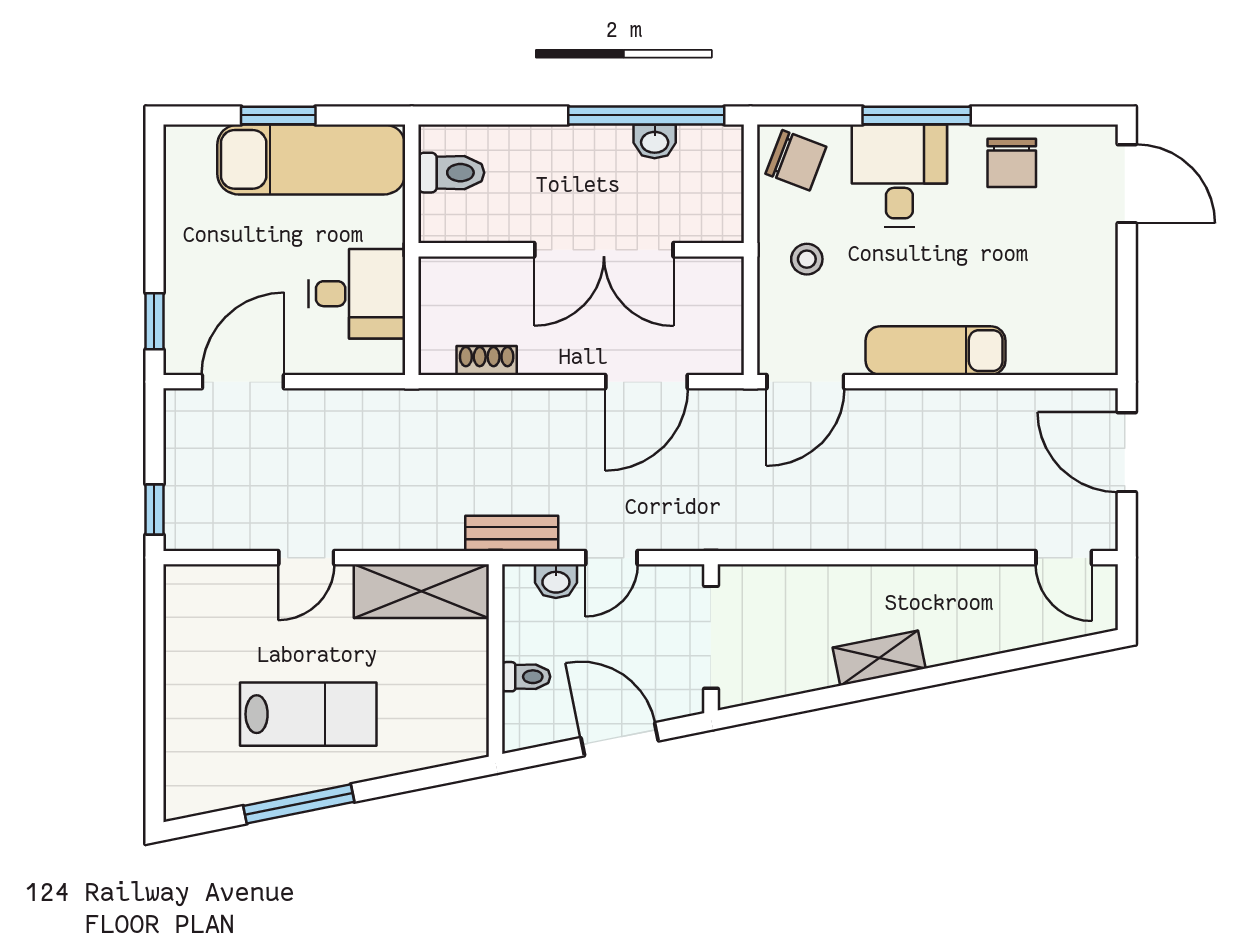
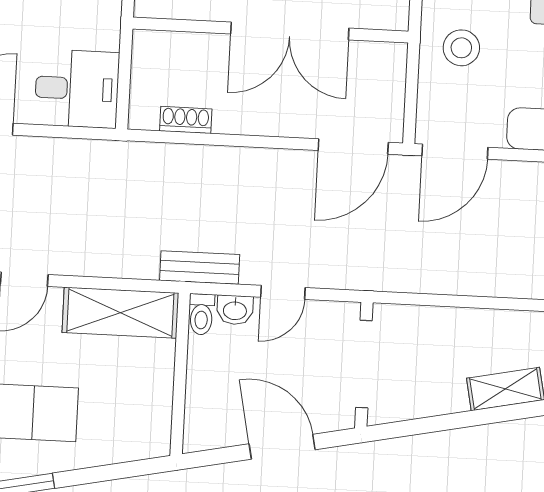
stool: (807, 259) -> (461, 48), width x1.37, depth x1.37
desk: (357, 294) -> (77, 89), moved
door: (646, 382) -> (353, 146), moved
toilet: (526, 677) -> (201, 314), moved, turned 90

